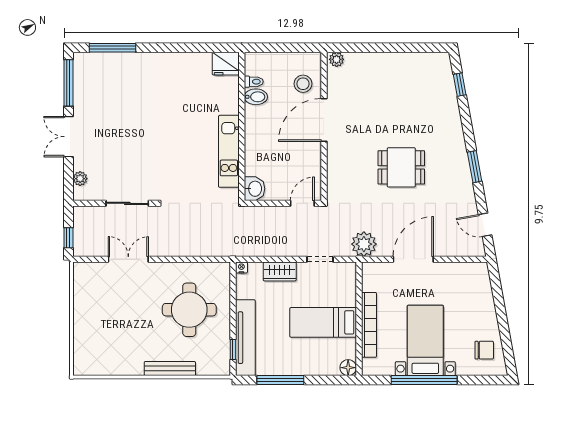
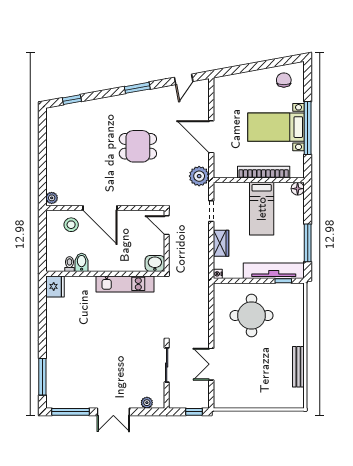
dining table: (401, 167) -> (138, 146), turned 90
bench: (170, 369) -> (298, 367), moved

